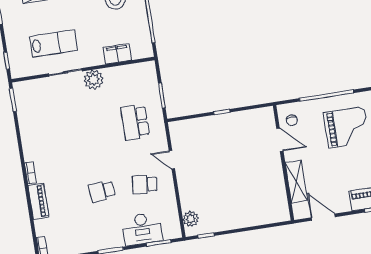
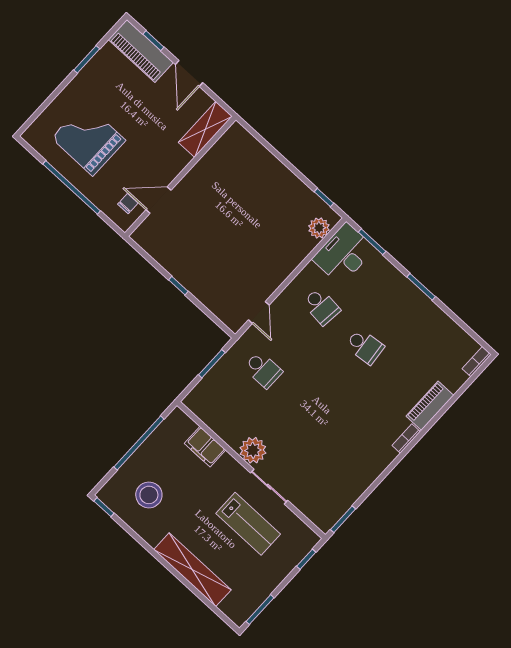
lab bench: (54, 43) -> (248, 524), turned 180
school desk: (135, 122) -> (263, 370), width x0.54
door: (280, 140) -> (159, 200), hinge flipped
door: (172, 160) -> (259, 312), moved
shelving: (296, 182) -> (205, 129), moved
door: (323, 217) -> (189, 73), moved
desk: (142, 229) -> (344, 254), moved, turned -90

